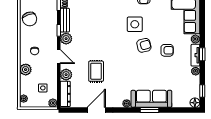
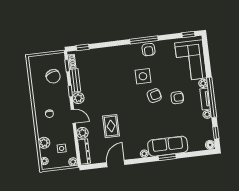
chair: (30, 19) -> (53, 76), moved
window: (202, 54) -> (212, 97), width x3.17
plant: (26, 70) -> (44, 143), moved

